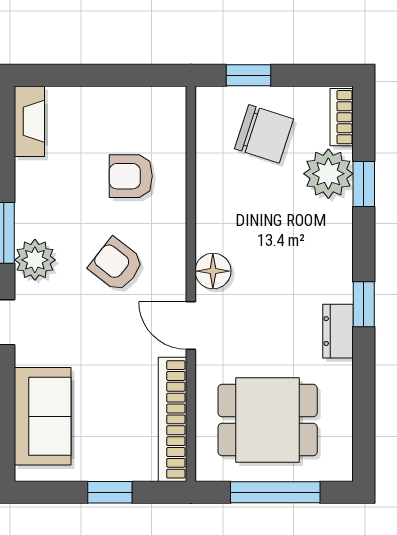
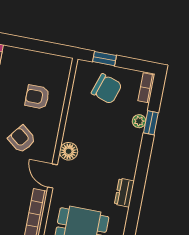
plant: (328, 174) -> (139, 121), width x0.53, depth x0.53
window: (364, 304) -> (140, 182), removed

